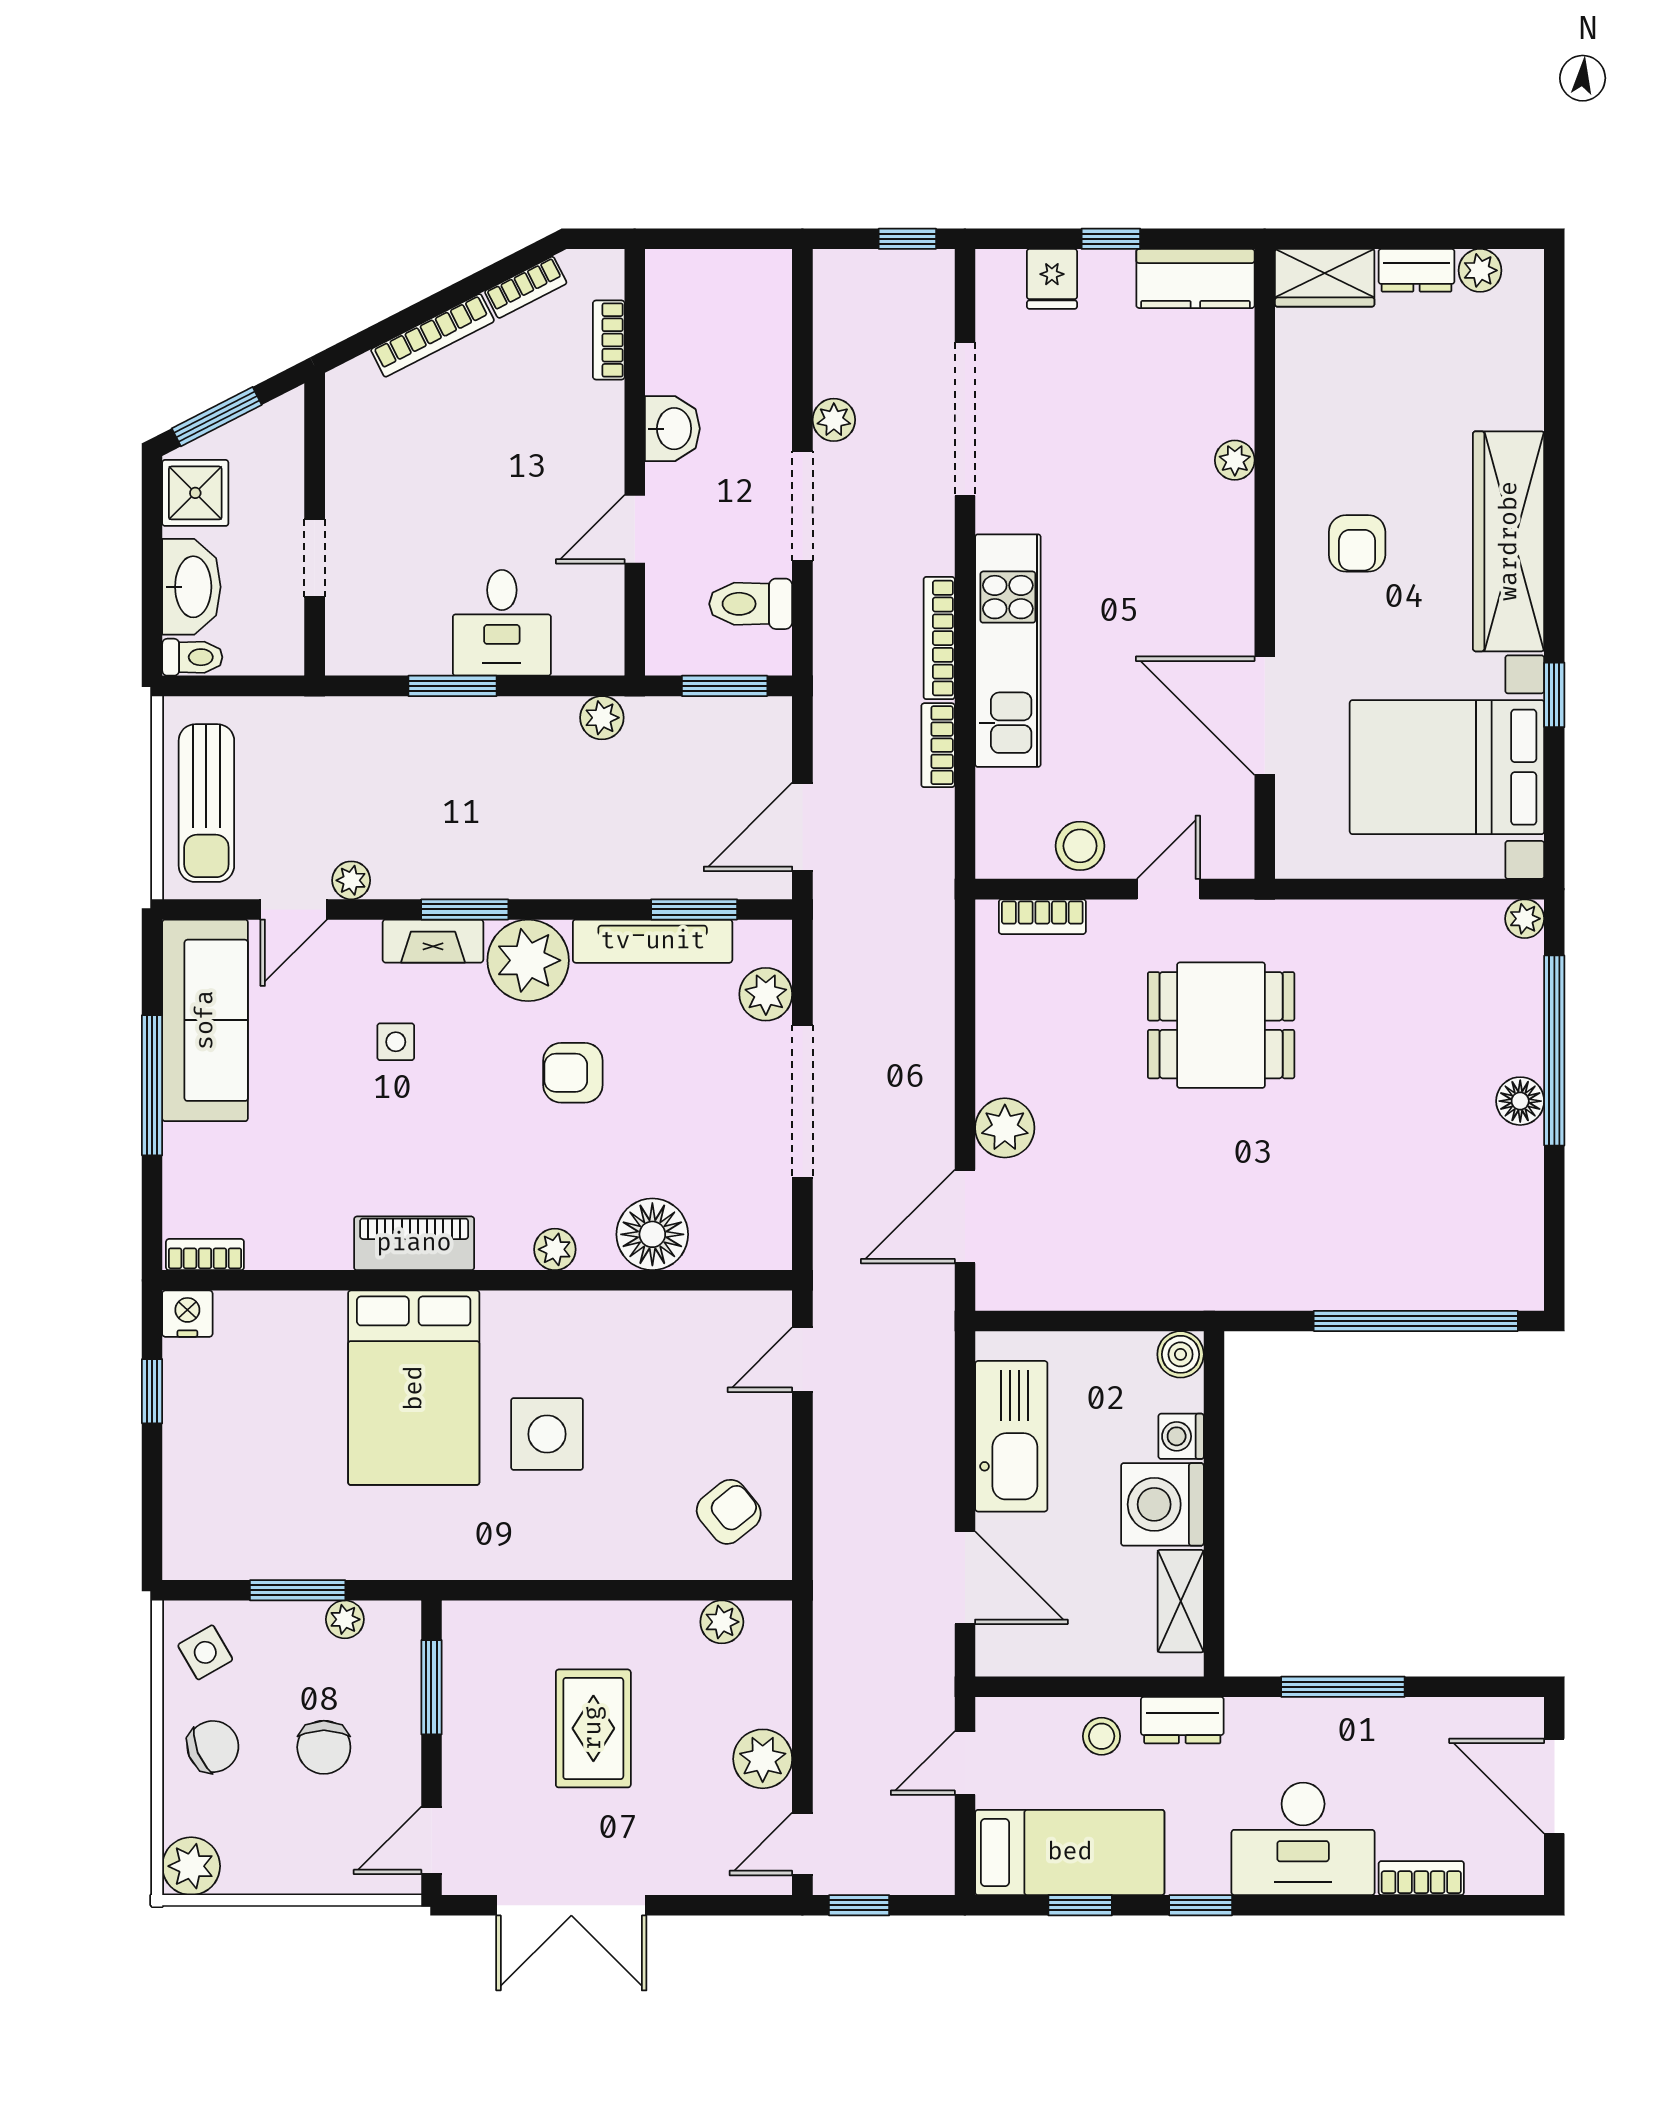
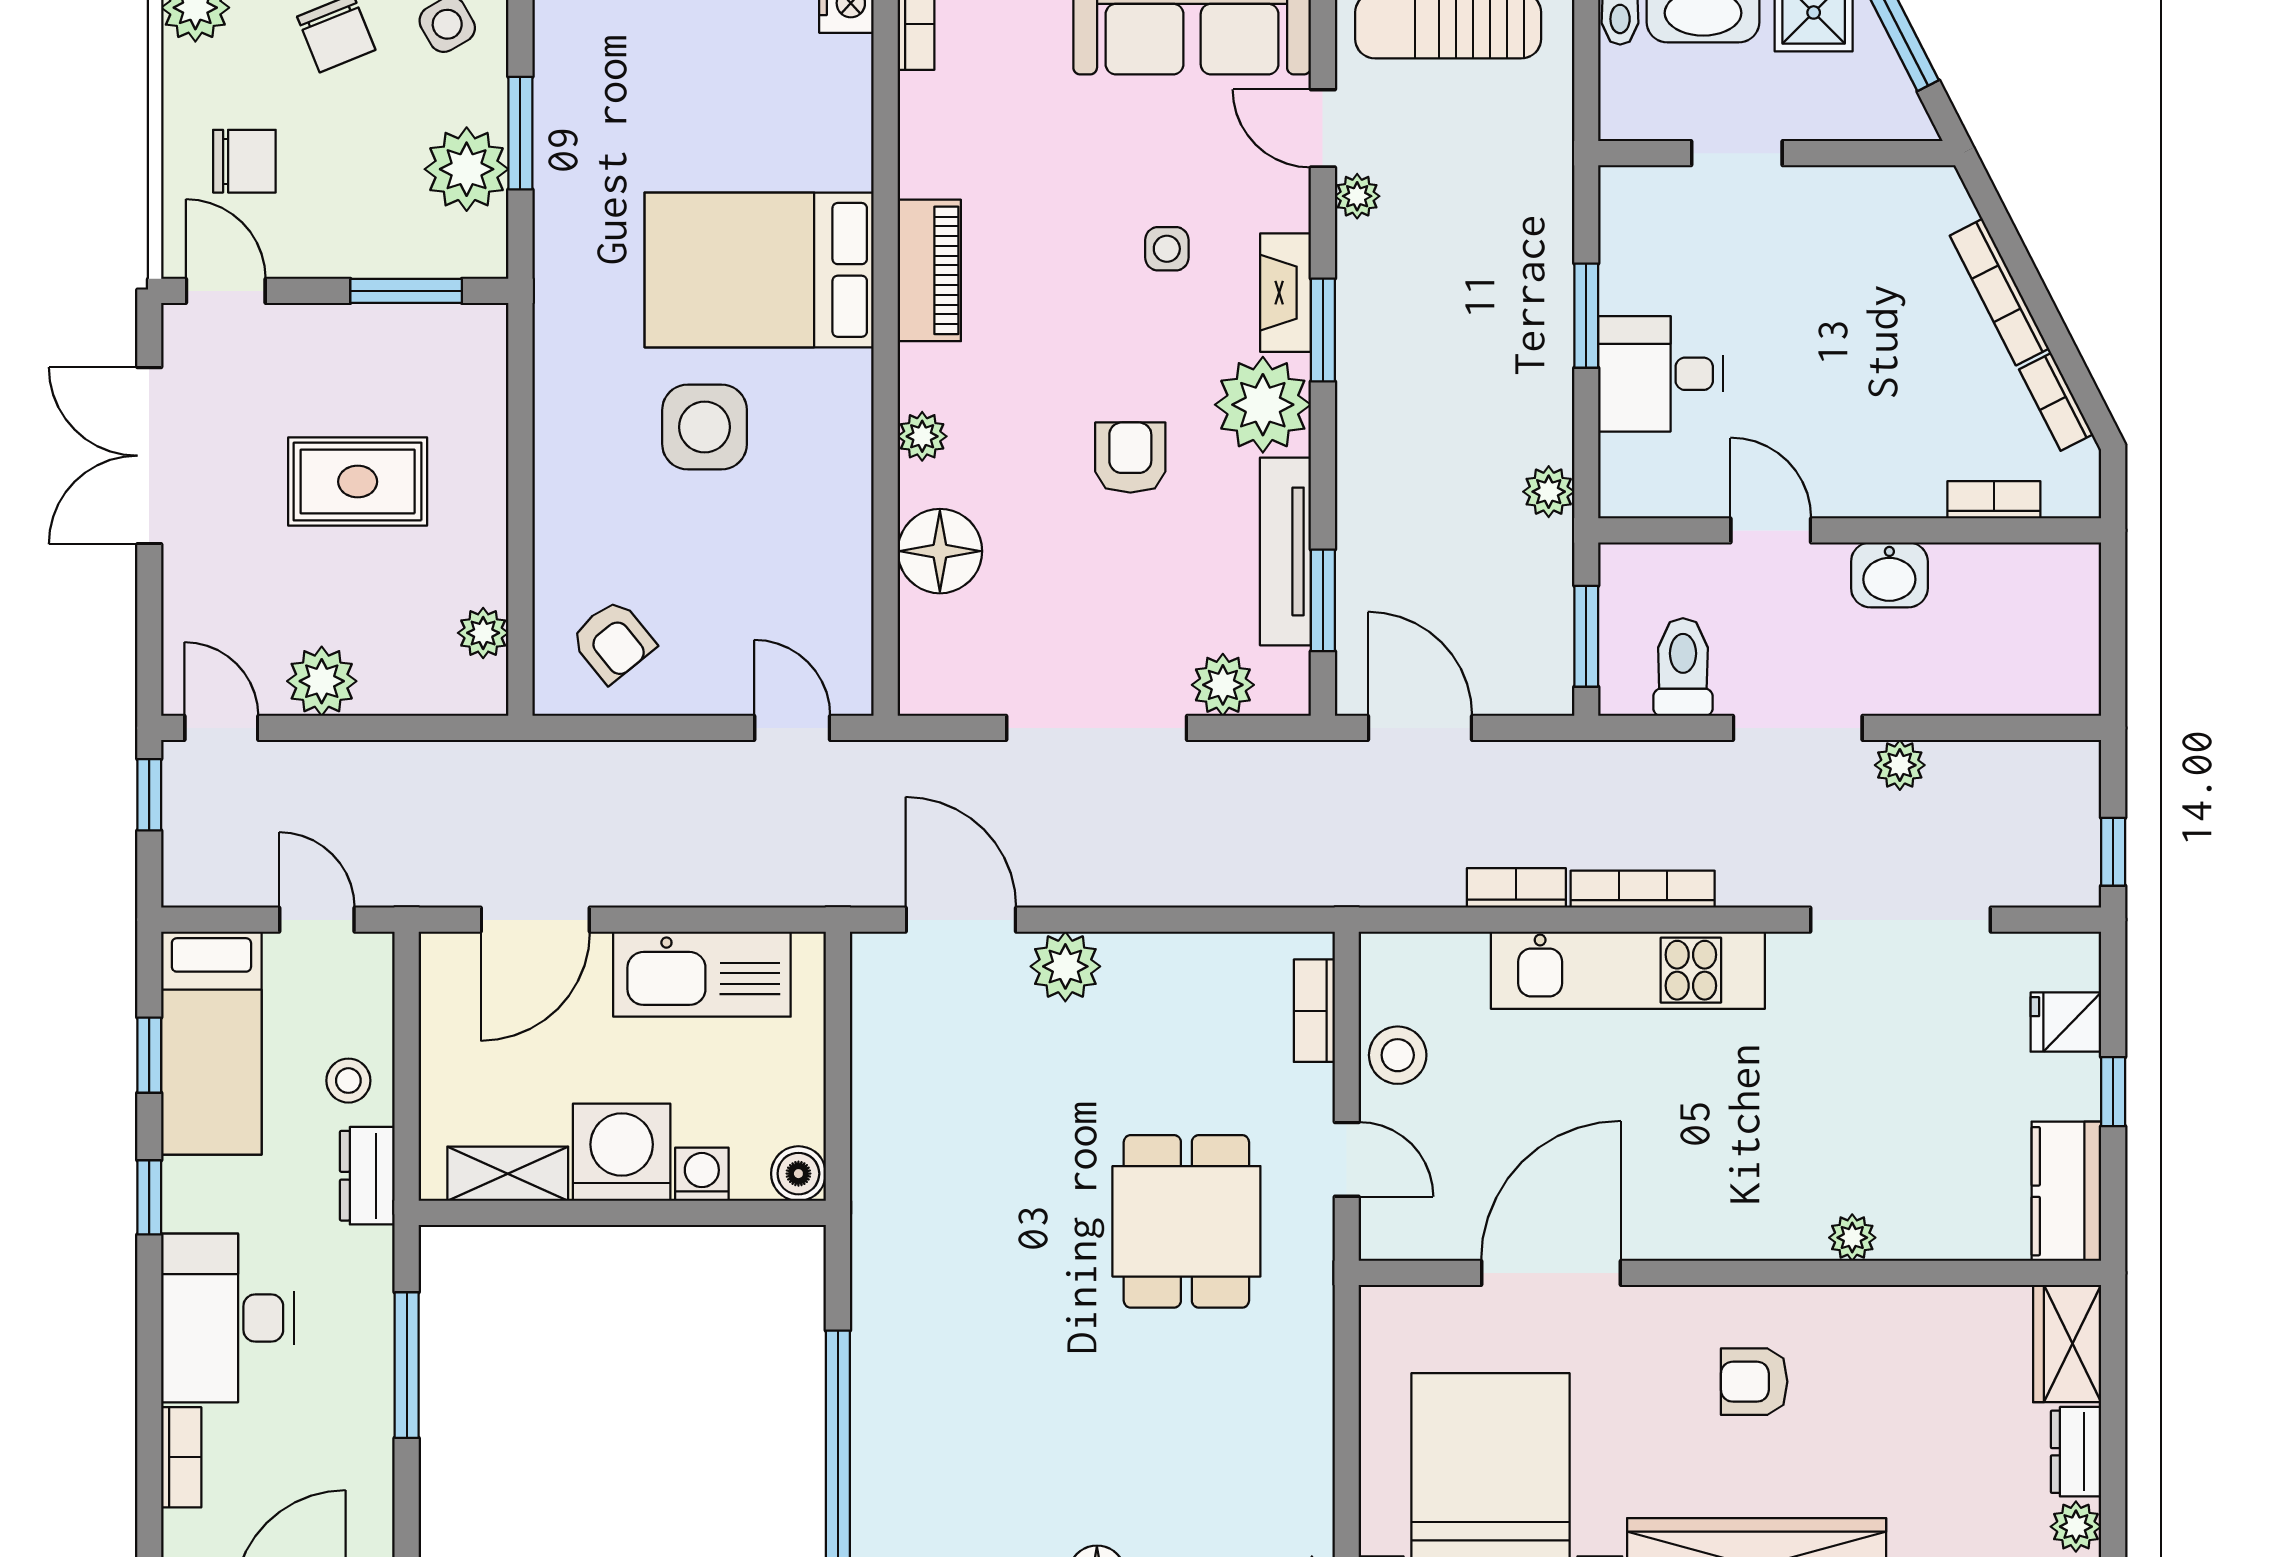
plant: (345, 1619) -> (467, 169), width x1.87, depth x1.87
chair: (324, 1747) -> (244, 161), moved, turned 180

